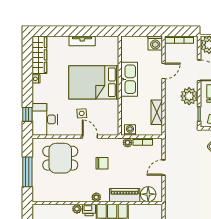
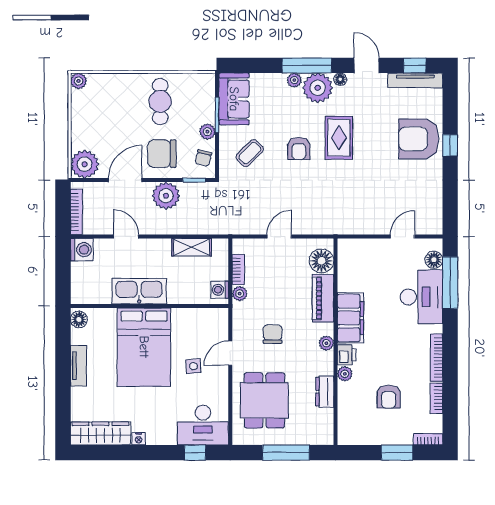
floor lamp: (111, 41) -> (79, 319), added
door: (164, 168) -> (279, 236), swing flipped
dresser: (66, 196) -> (325, 392), added

